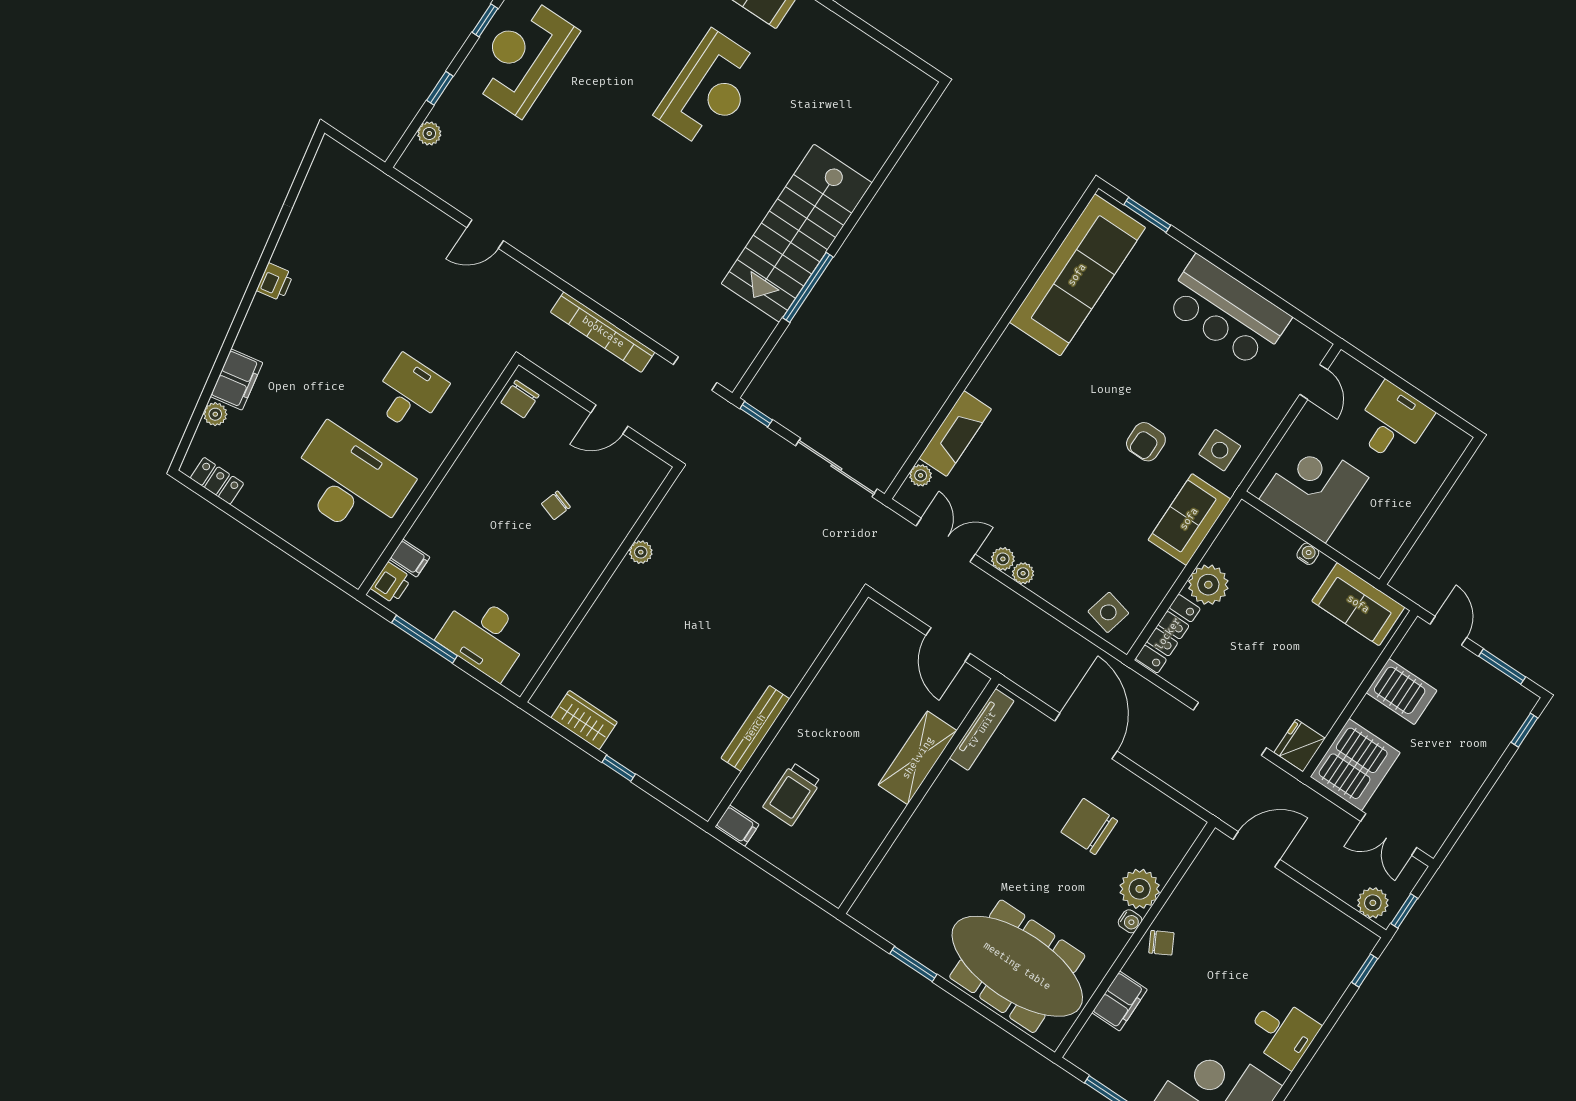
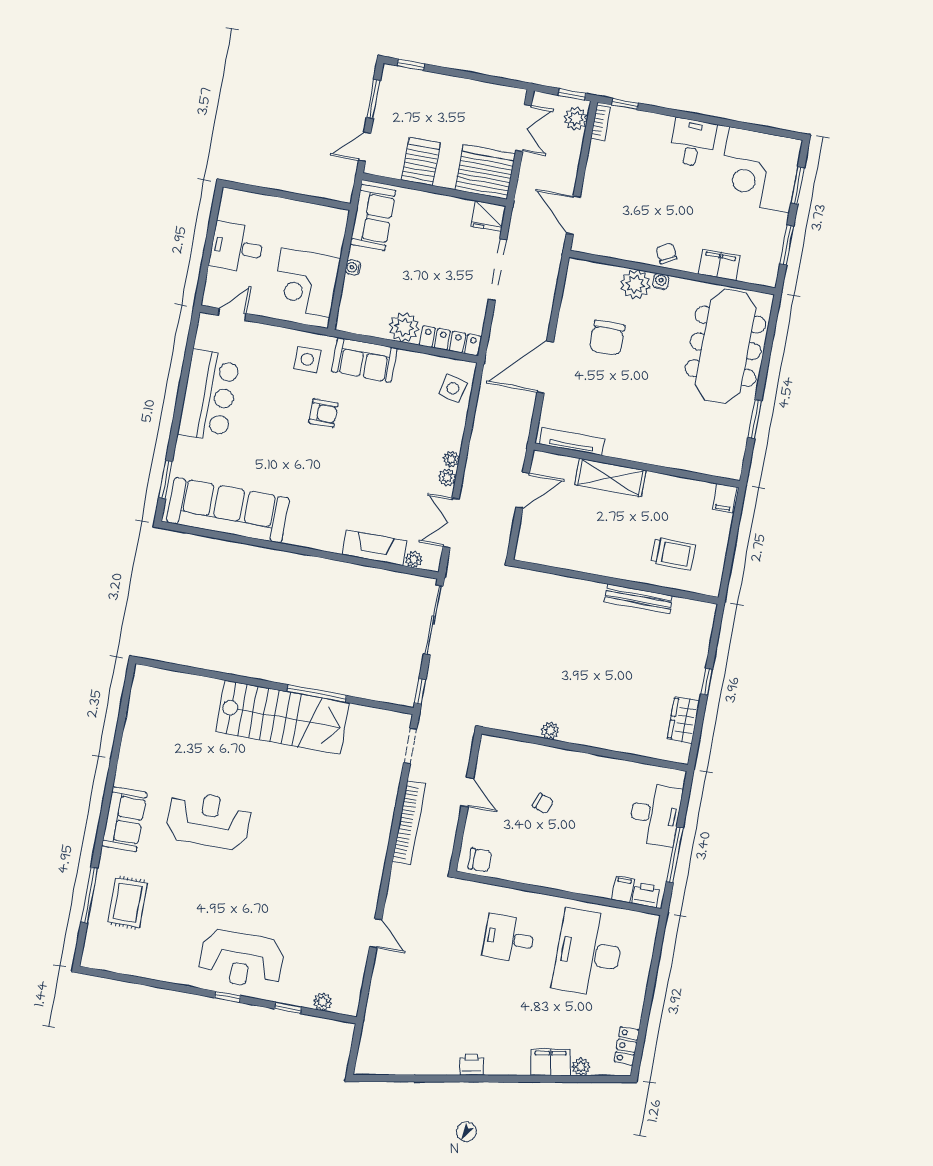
filing cabinet: (737, 826) -> (724, 498), moved, turned 180
bookcase: (1355, 931) -> (600, 123), added

